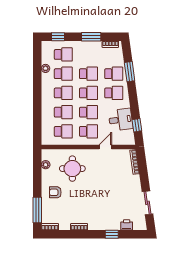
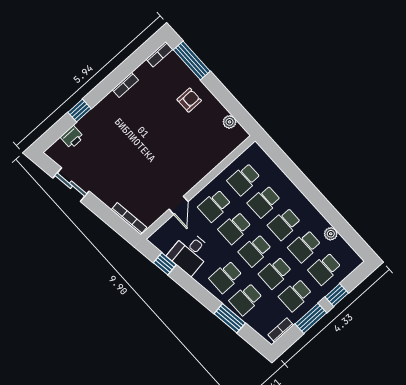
window: (58, 37) -> (337, 295), moved
school desk: (89, 54) -> (295, 295), added
round table: (72, 169) -> (194, 146), removed

